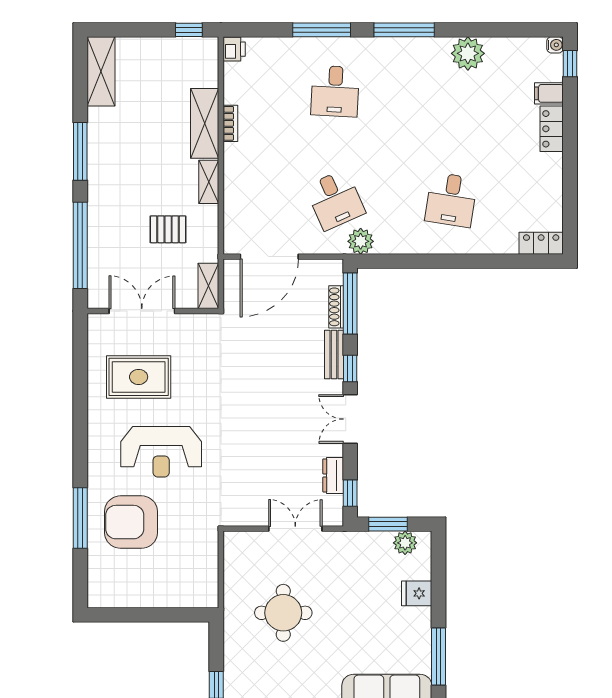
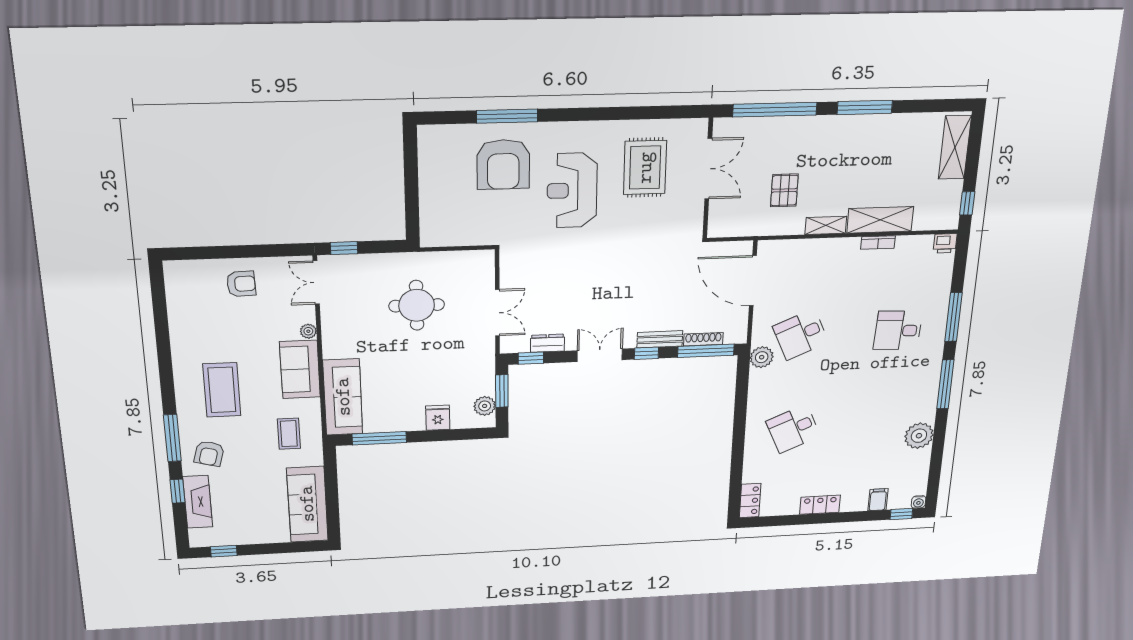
shelving: (101, 71) -> (955, 147), moved, turned 90
locker: (552, 129) -> (820, 505), moved
desk: (451, 200) -> (793, 429), turned -33
shelving: (208, 286) -> (729, 228), removed
armchair: (131, 522) -> (503, 164), turned 180

